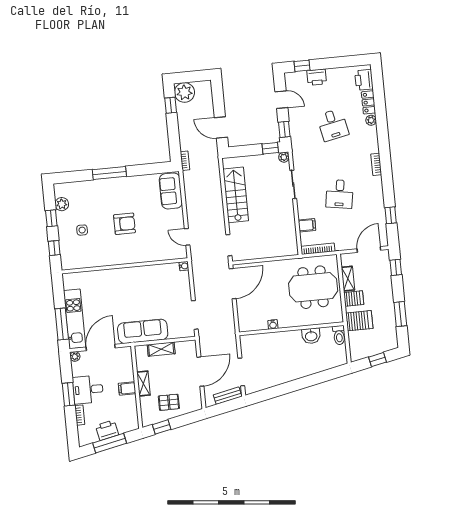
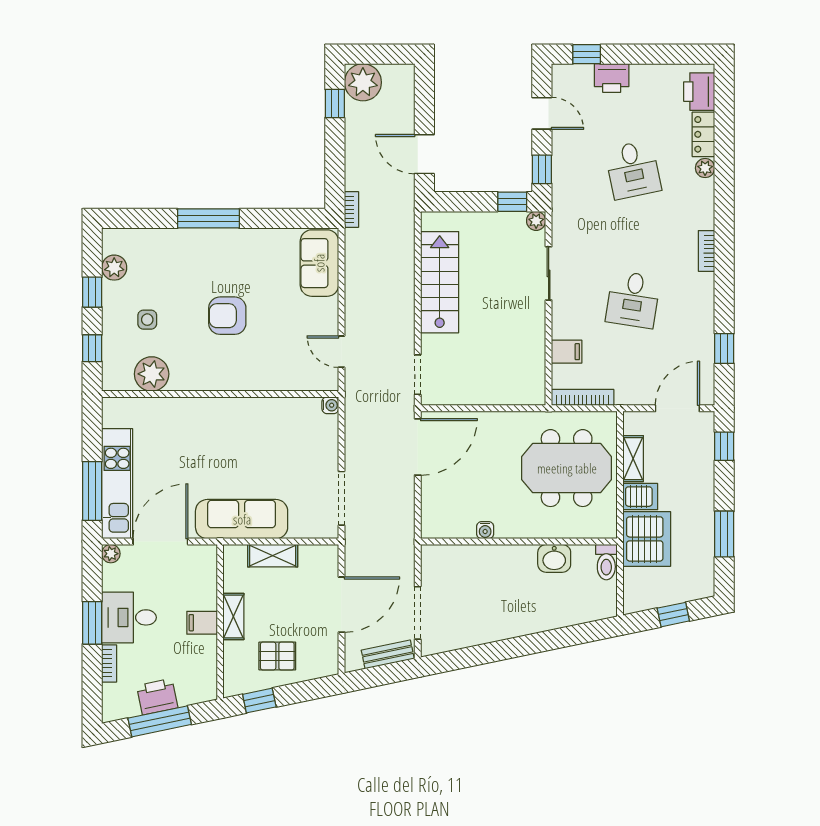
armchair: (124, 224) -> (227, 316), turned 180
plant: (87, 259) -> (152, 374), added
server rack: (359, 321) -> (647, 539), width x1.60

